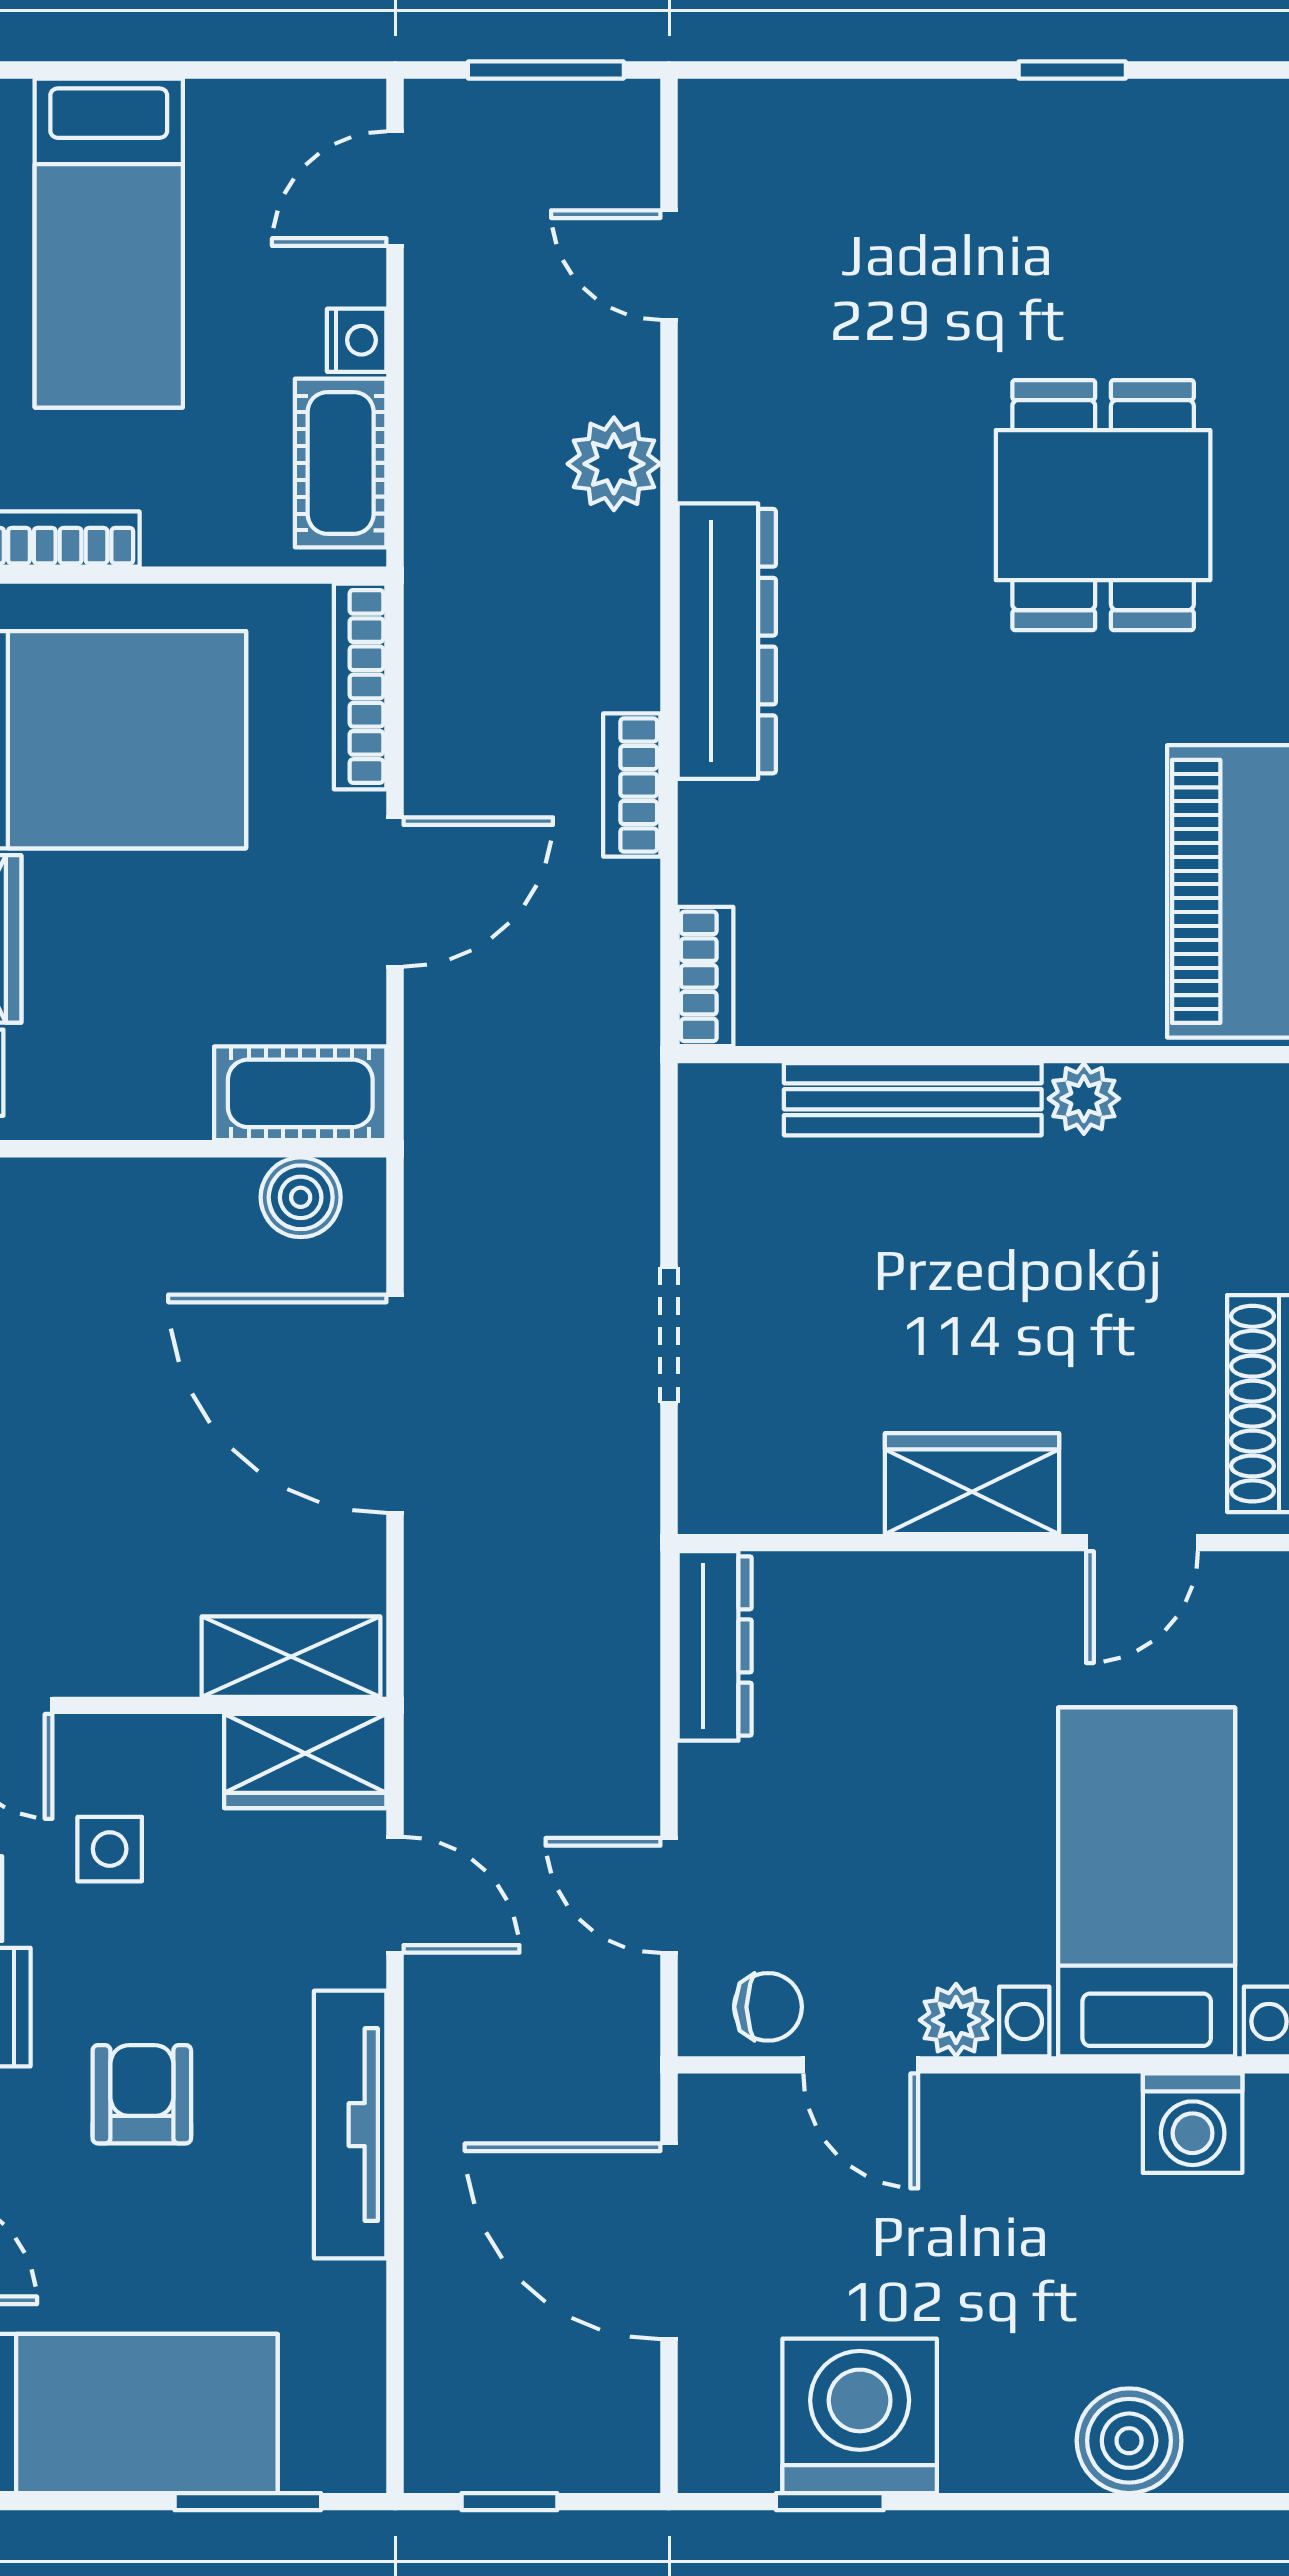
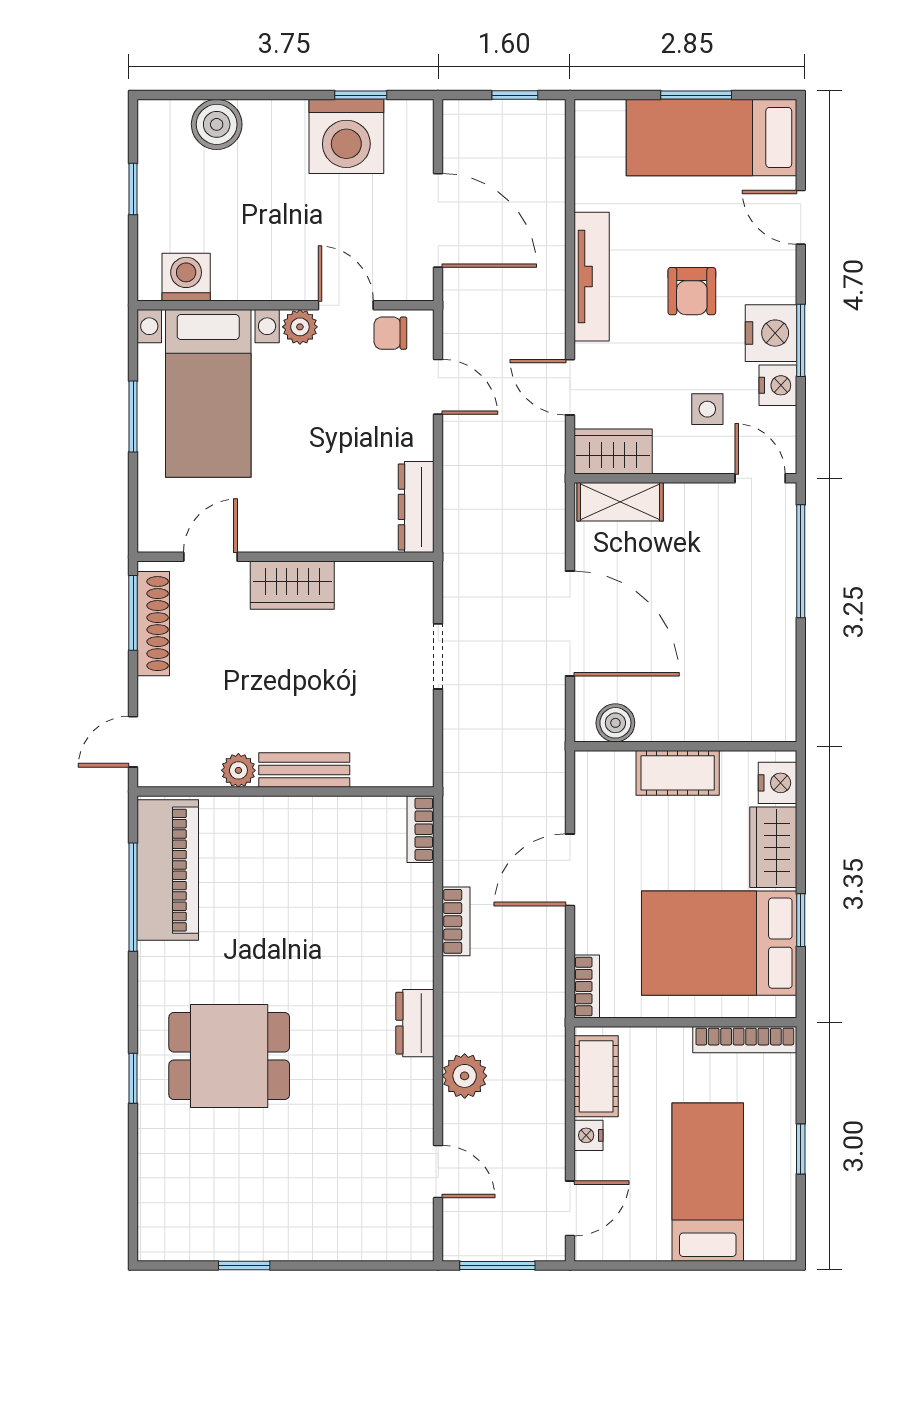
dining table: (1103, 505) -> (229, 1056), turned 90
dresser: (727, 641) -> (415, 1023), width x0.51, depth x0.80
bookcase: (360, 686) -> (587, 987), width x0.64
cot: (300, 1093) -> (678, 773), moved
bench: (913, 1099) -> (304, 770), width x0.73
window: (248, 2502) -> (696, 95), moved

